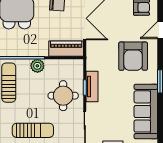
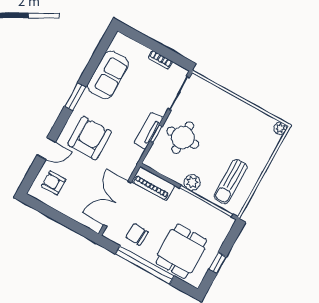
sofa: (146, 111) -> (108, 75), width x0.73
sun lounger: (33, 130) -> (233, 120), removed

